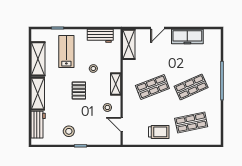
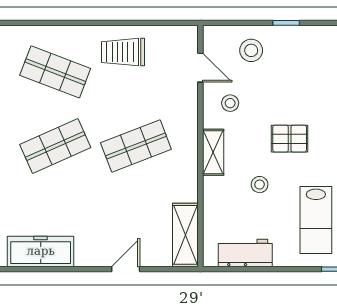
freezer: (187, 36) -> (41, 251), moved
pallet: (79, 90) -> (290, 139), turned 90
shop shelf: (191, 122) -> (55, 72), turned 33
stool: (69, 131) -> (251, 50), moved

